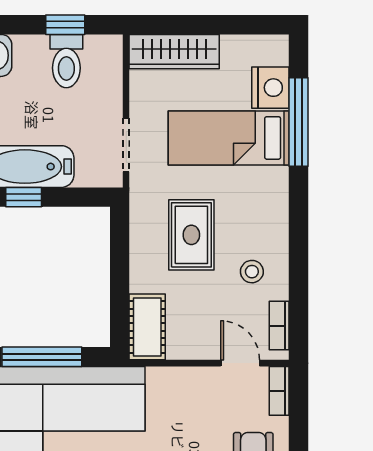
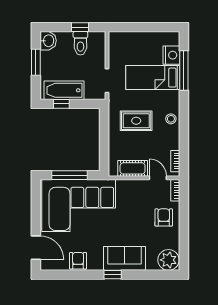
wardrobe: (174, 52) -> (128, 39), removed
rug: (191, 235) -> (136, 121), turned 90
stool: (252, 272) -> (171, 119), moved
cot: (147, 327) -> (133, 168), moved, turned 90

